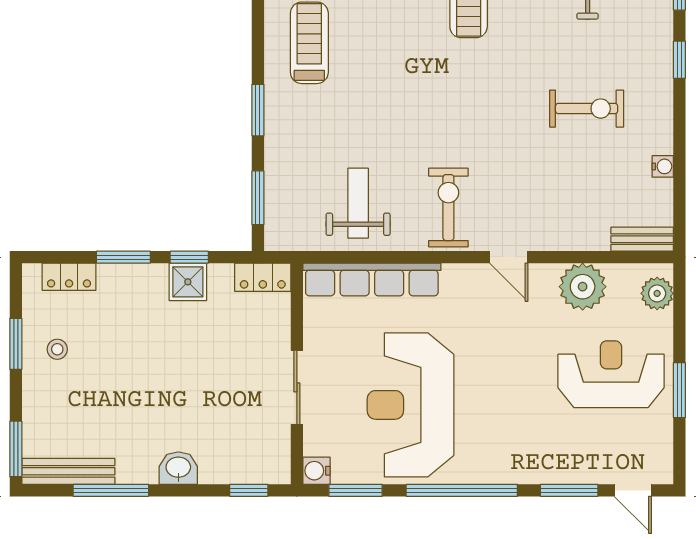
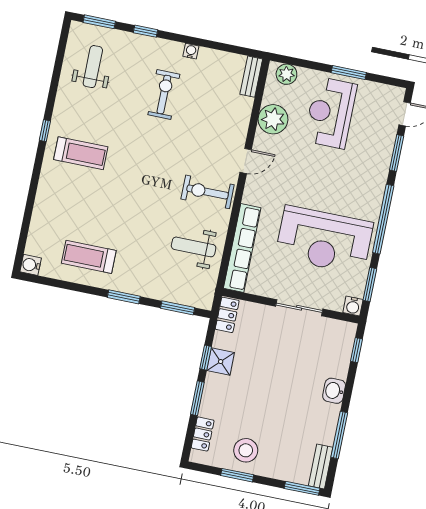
water cooler: (663, 166) -> (191, 51), moved
stool: (57, 349) -> (246, 450), width x1.89, depth x1.89
bench: (68, 471) -> (321, 466), width x0.73

